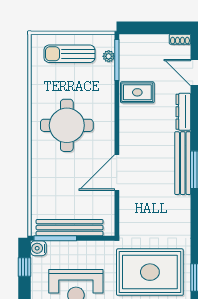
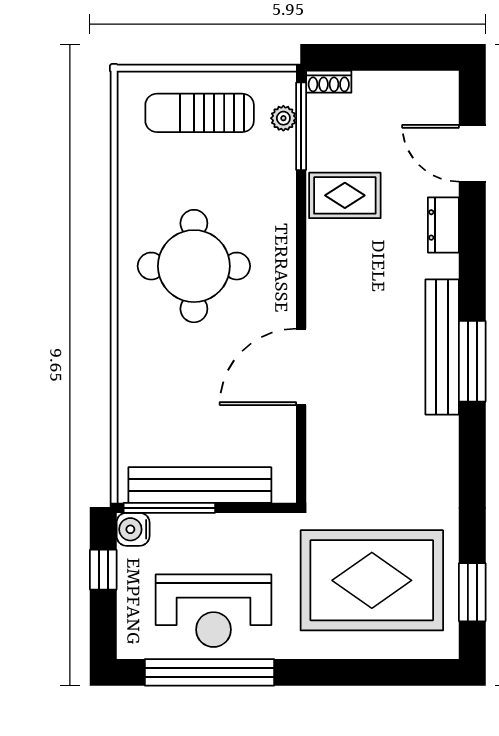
shoe rack: (180, 39) -> (329, 82), moved
dresser: (183, 112) -> (443, 225), width x0.70

